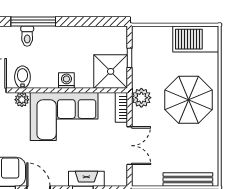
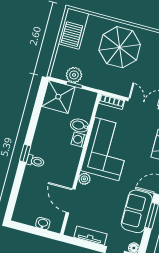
window: (33, 21) -> (25, 153), width x0.46
shower: (111, 71) -> (58, 97), moved
bidet: (22, 77) -> (80, 125), moved
plant: (141, 98) -> (74, 75), moved

